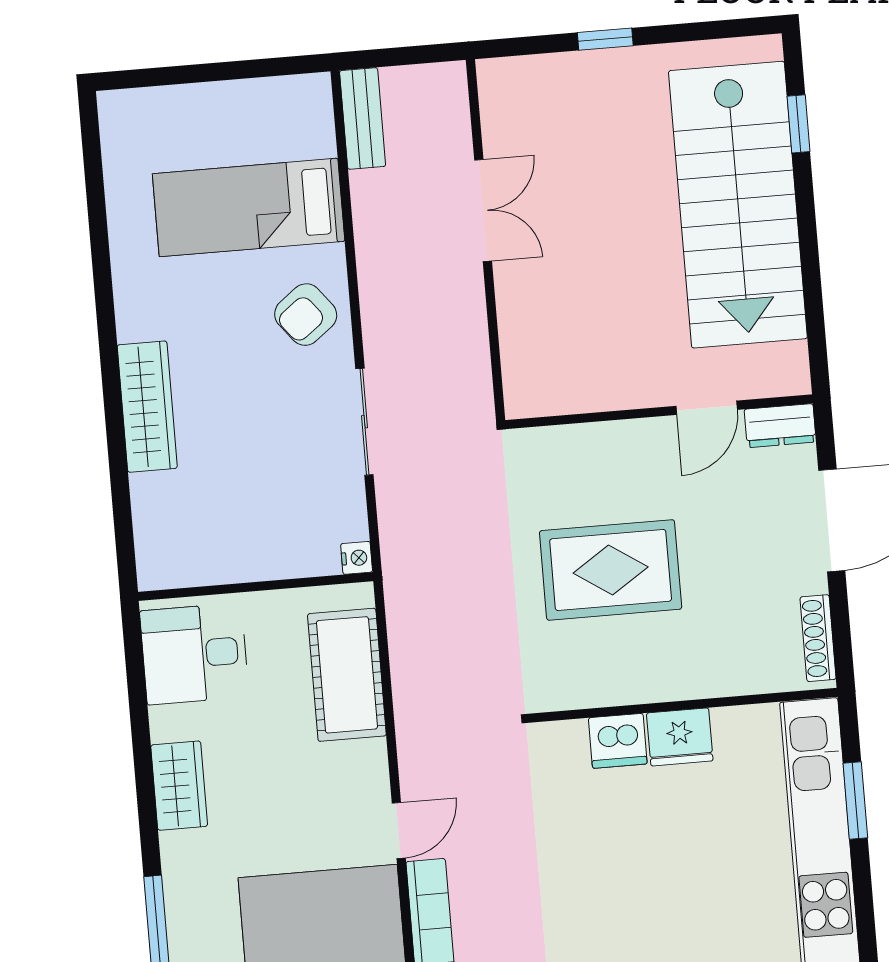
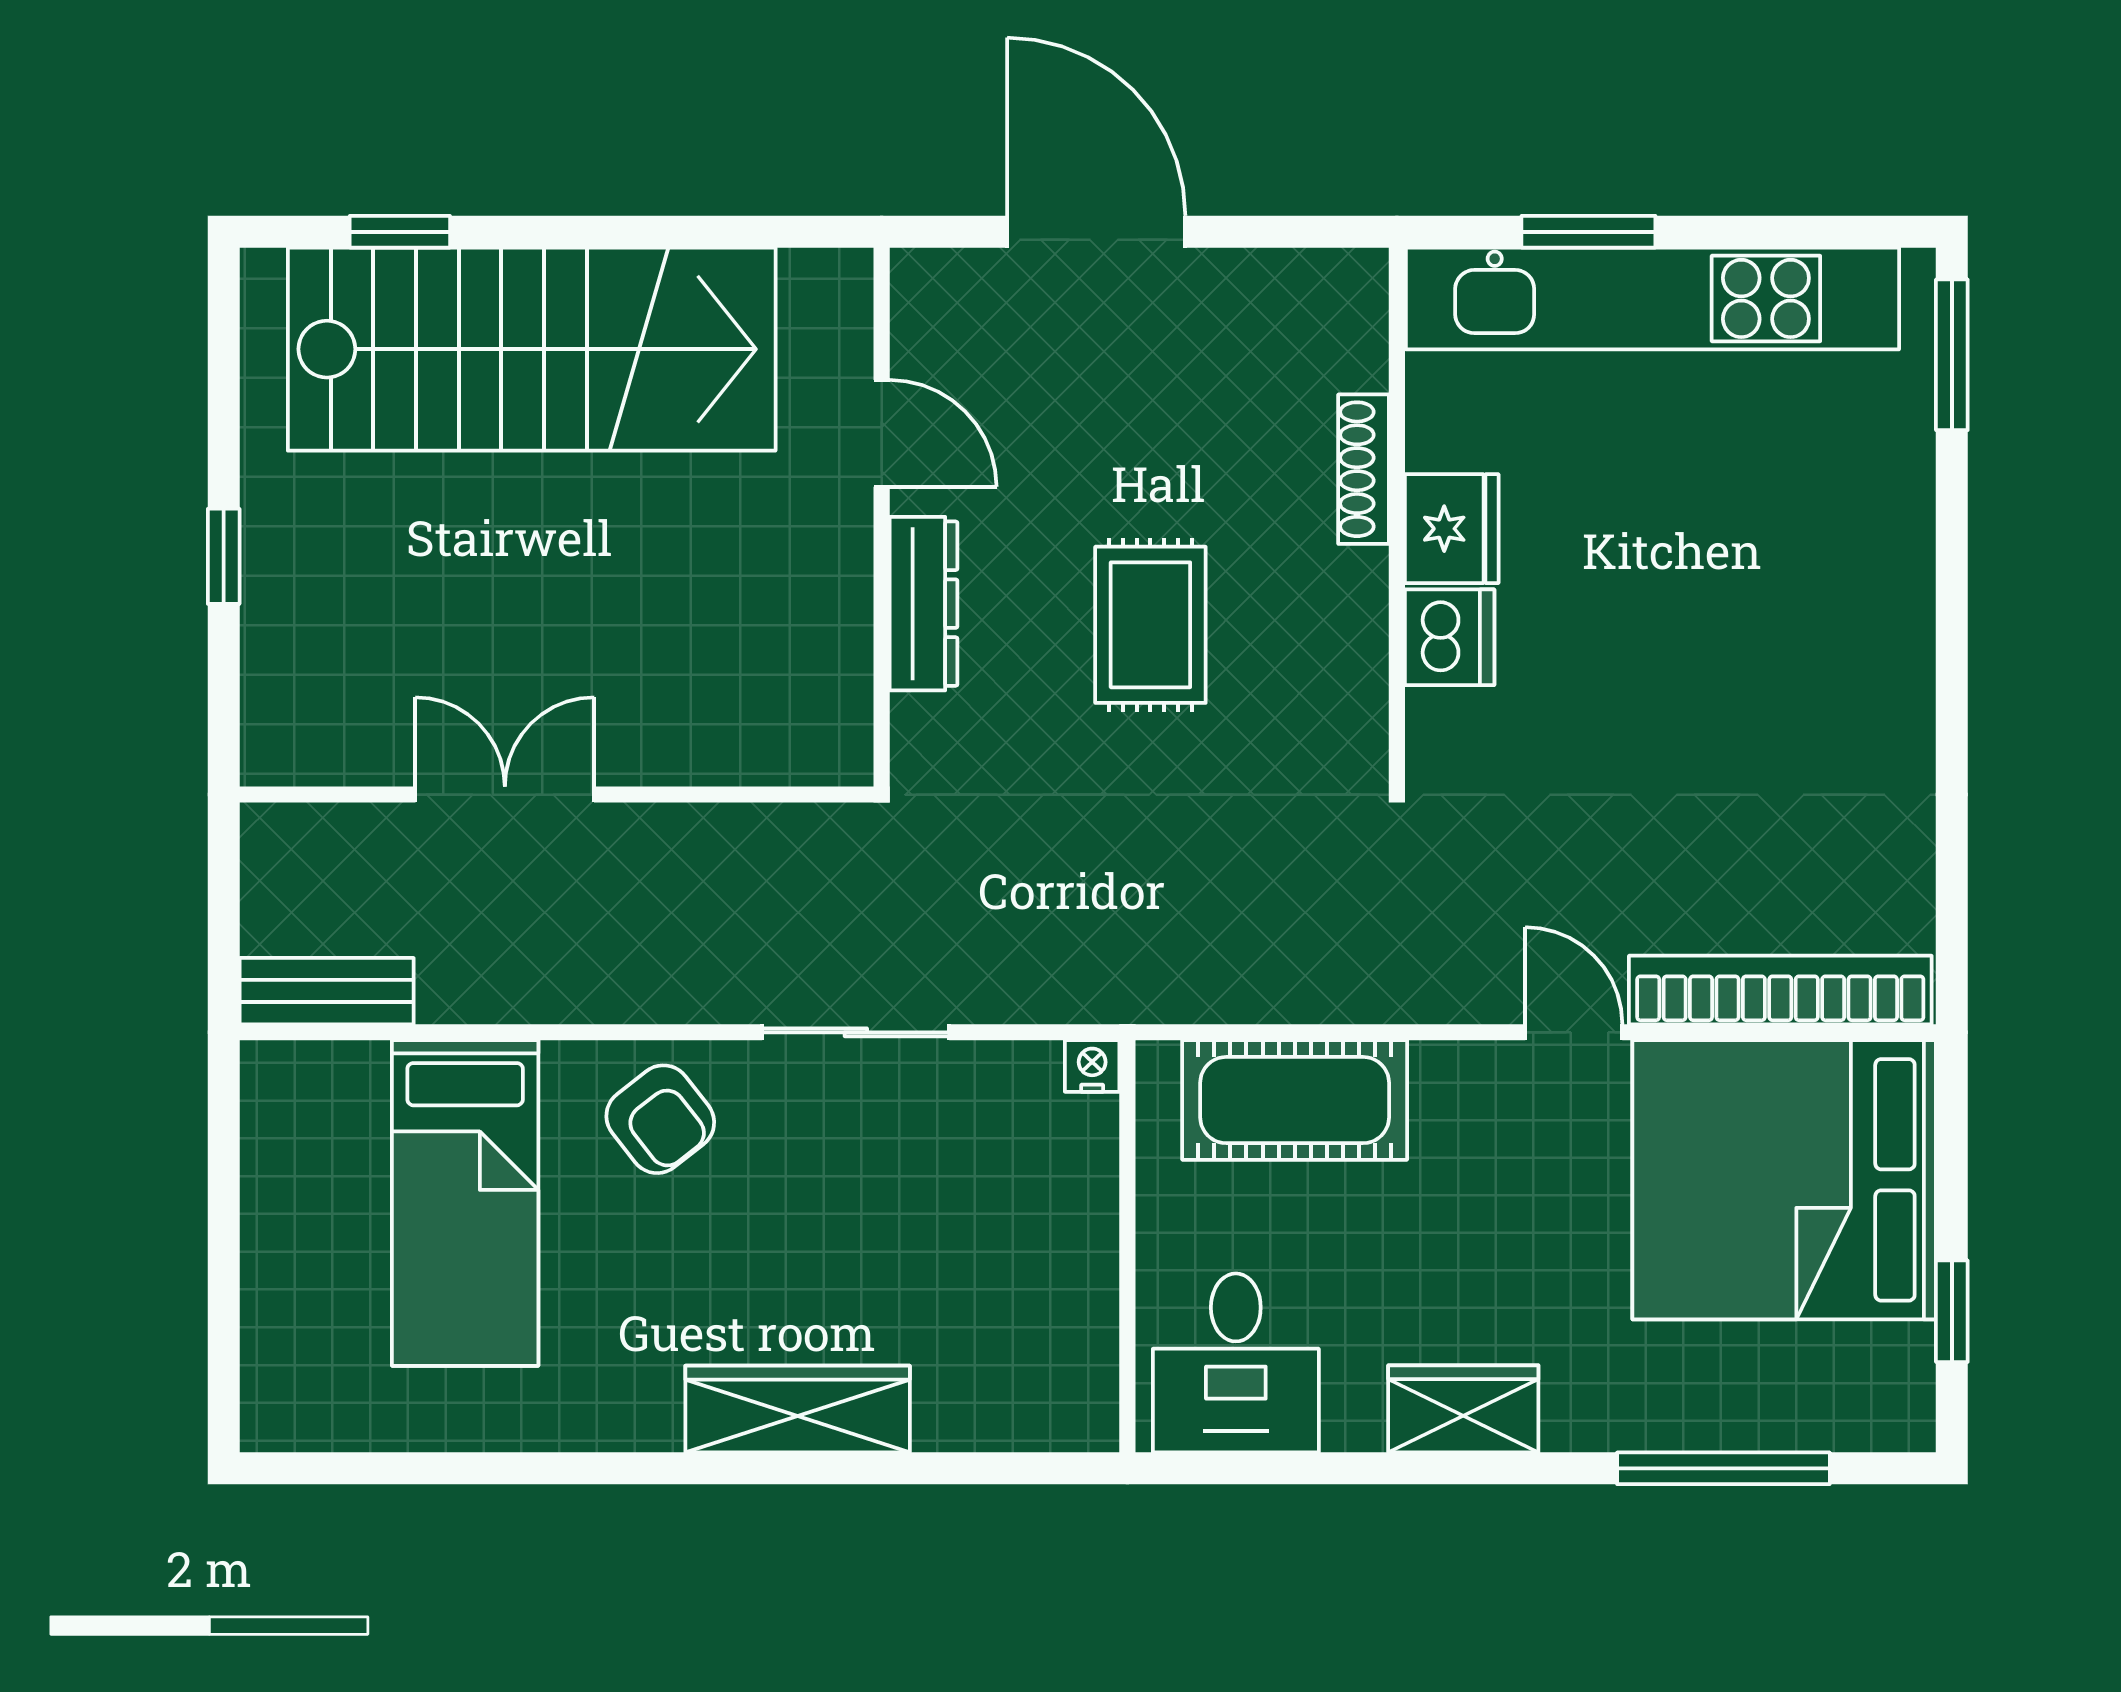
dresser: (780, 426) -> (924, 604), moved, width x1.44
rug: (611, 570) -> (1150, 625), width x0.73, depth x0.70
shoe rack: (818, 638) -> (1364, 469), moved, turned 90

